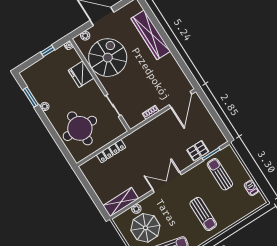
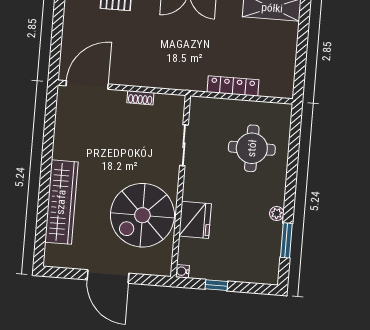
plant: (85, 36) -> (150, 268), removed
round table: (80, 128) -> (252, 148), width x0.73, depth x0.73

